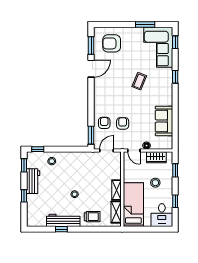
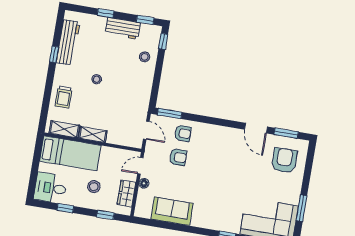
coffee table: (139, 81) -> (229, 188), removed
workbench: (63, 220) -> (68, 42), moved

